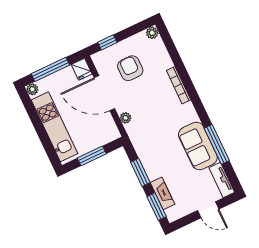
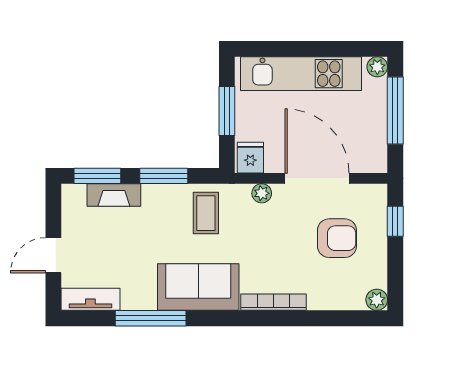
fridge: (82, 69) -> (250, 158), moved, turned 90
door: (104, 93) -> (317, 178), hinge flipped
coffee table: (149, 142) -> (206, 213), added
sofa: (198, 146) -> (198, 287), moved

